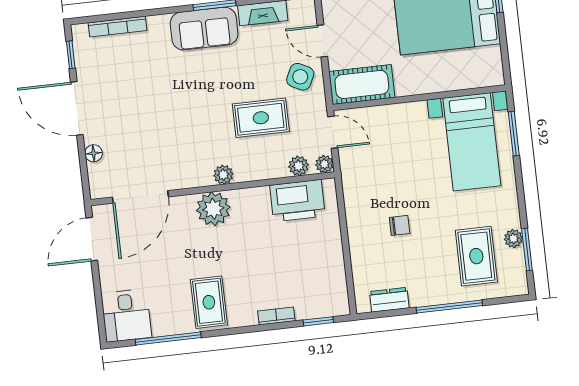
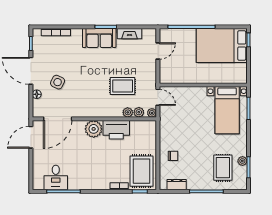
door: (322, 41) -> (158, 51), swing flipped
side table: (300, 77) -> (58, 82), moved
cot: (362, 84) -> (175, 75), removed
plant: (223, 175) -> (128, 112), moved
printer: (297, 201) -> (116, 130), moved
chair: (400, 225) -> (173, 156), moved
rug: (209, 302) -> (141, 171), moved, width x1.36, depth x1.43
desk: (126, 316) -> (56, 177), moved

